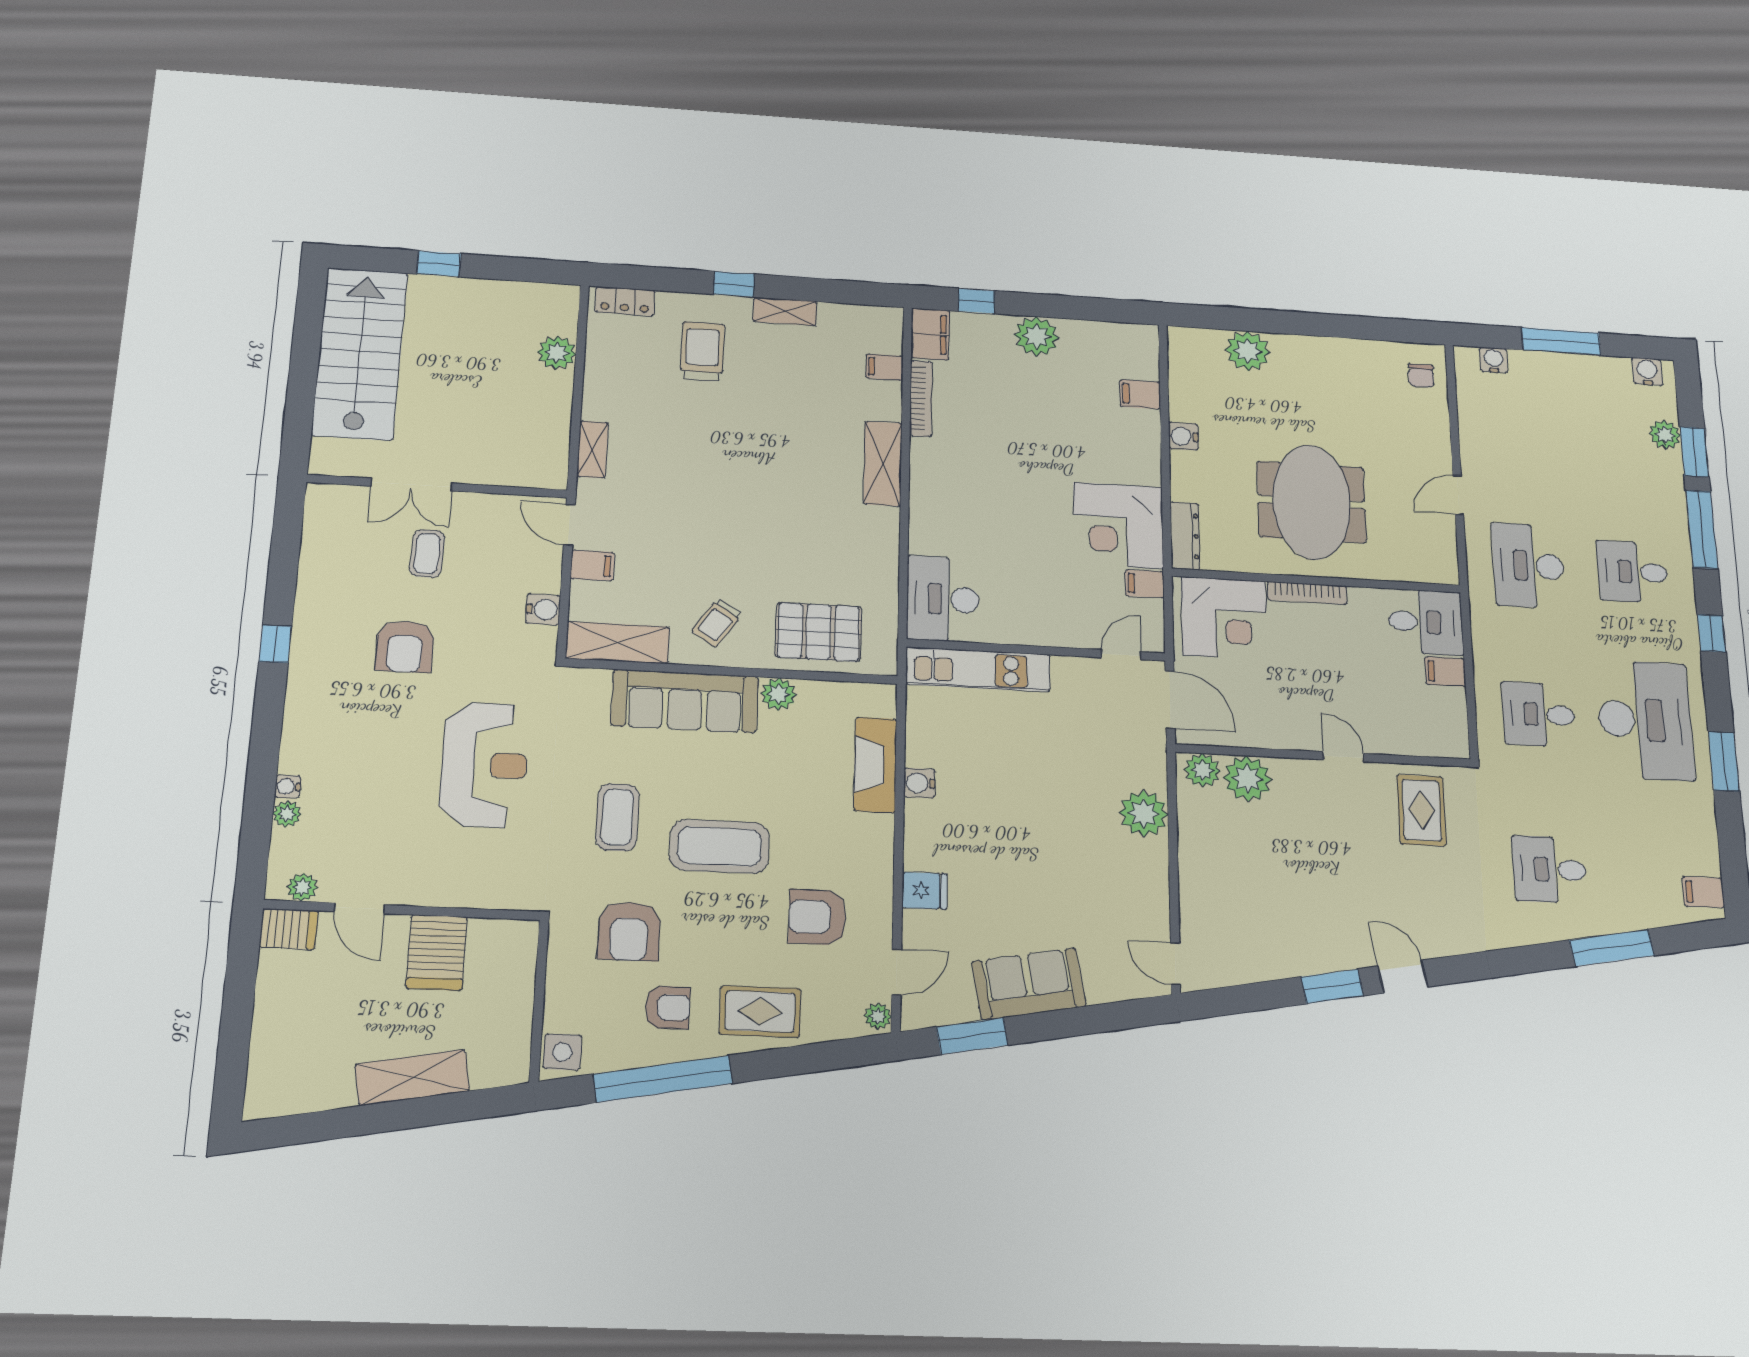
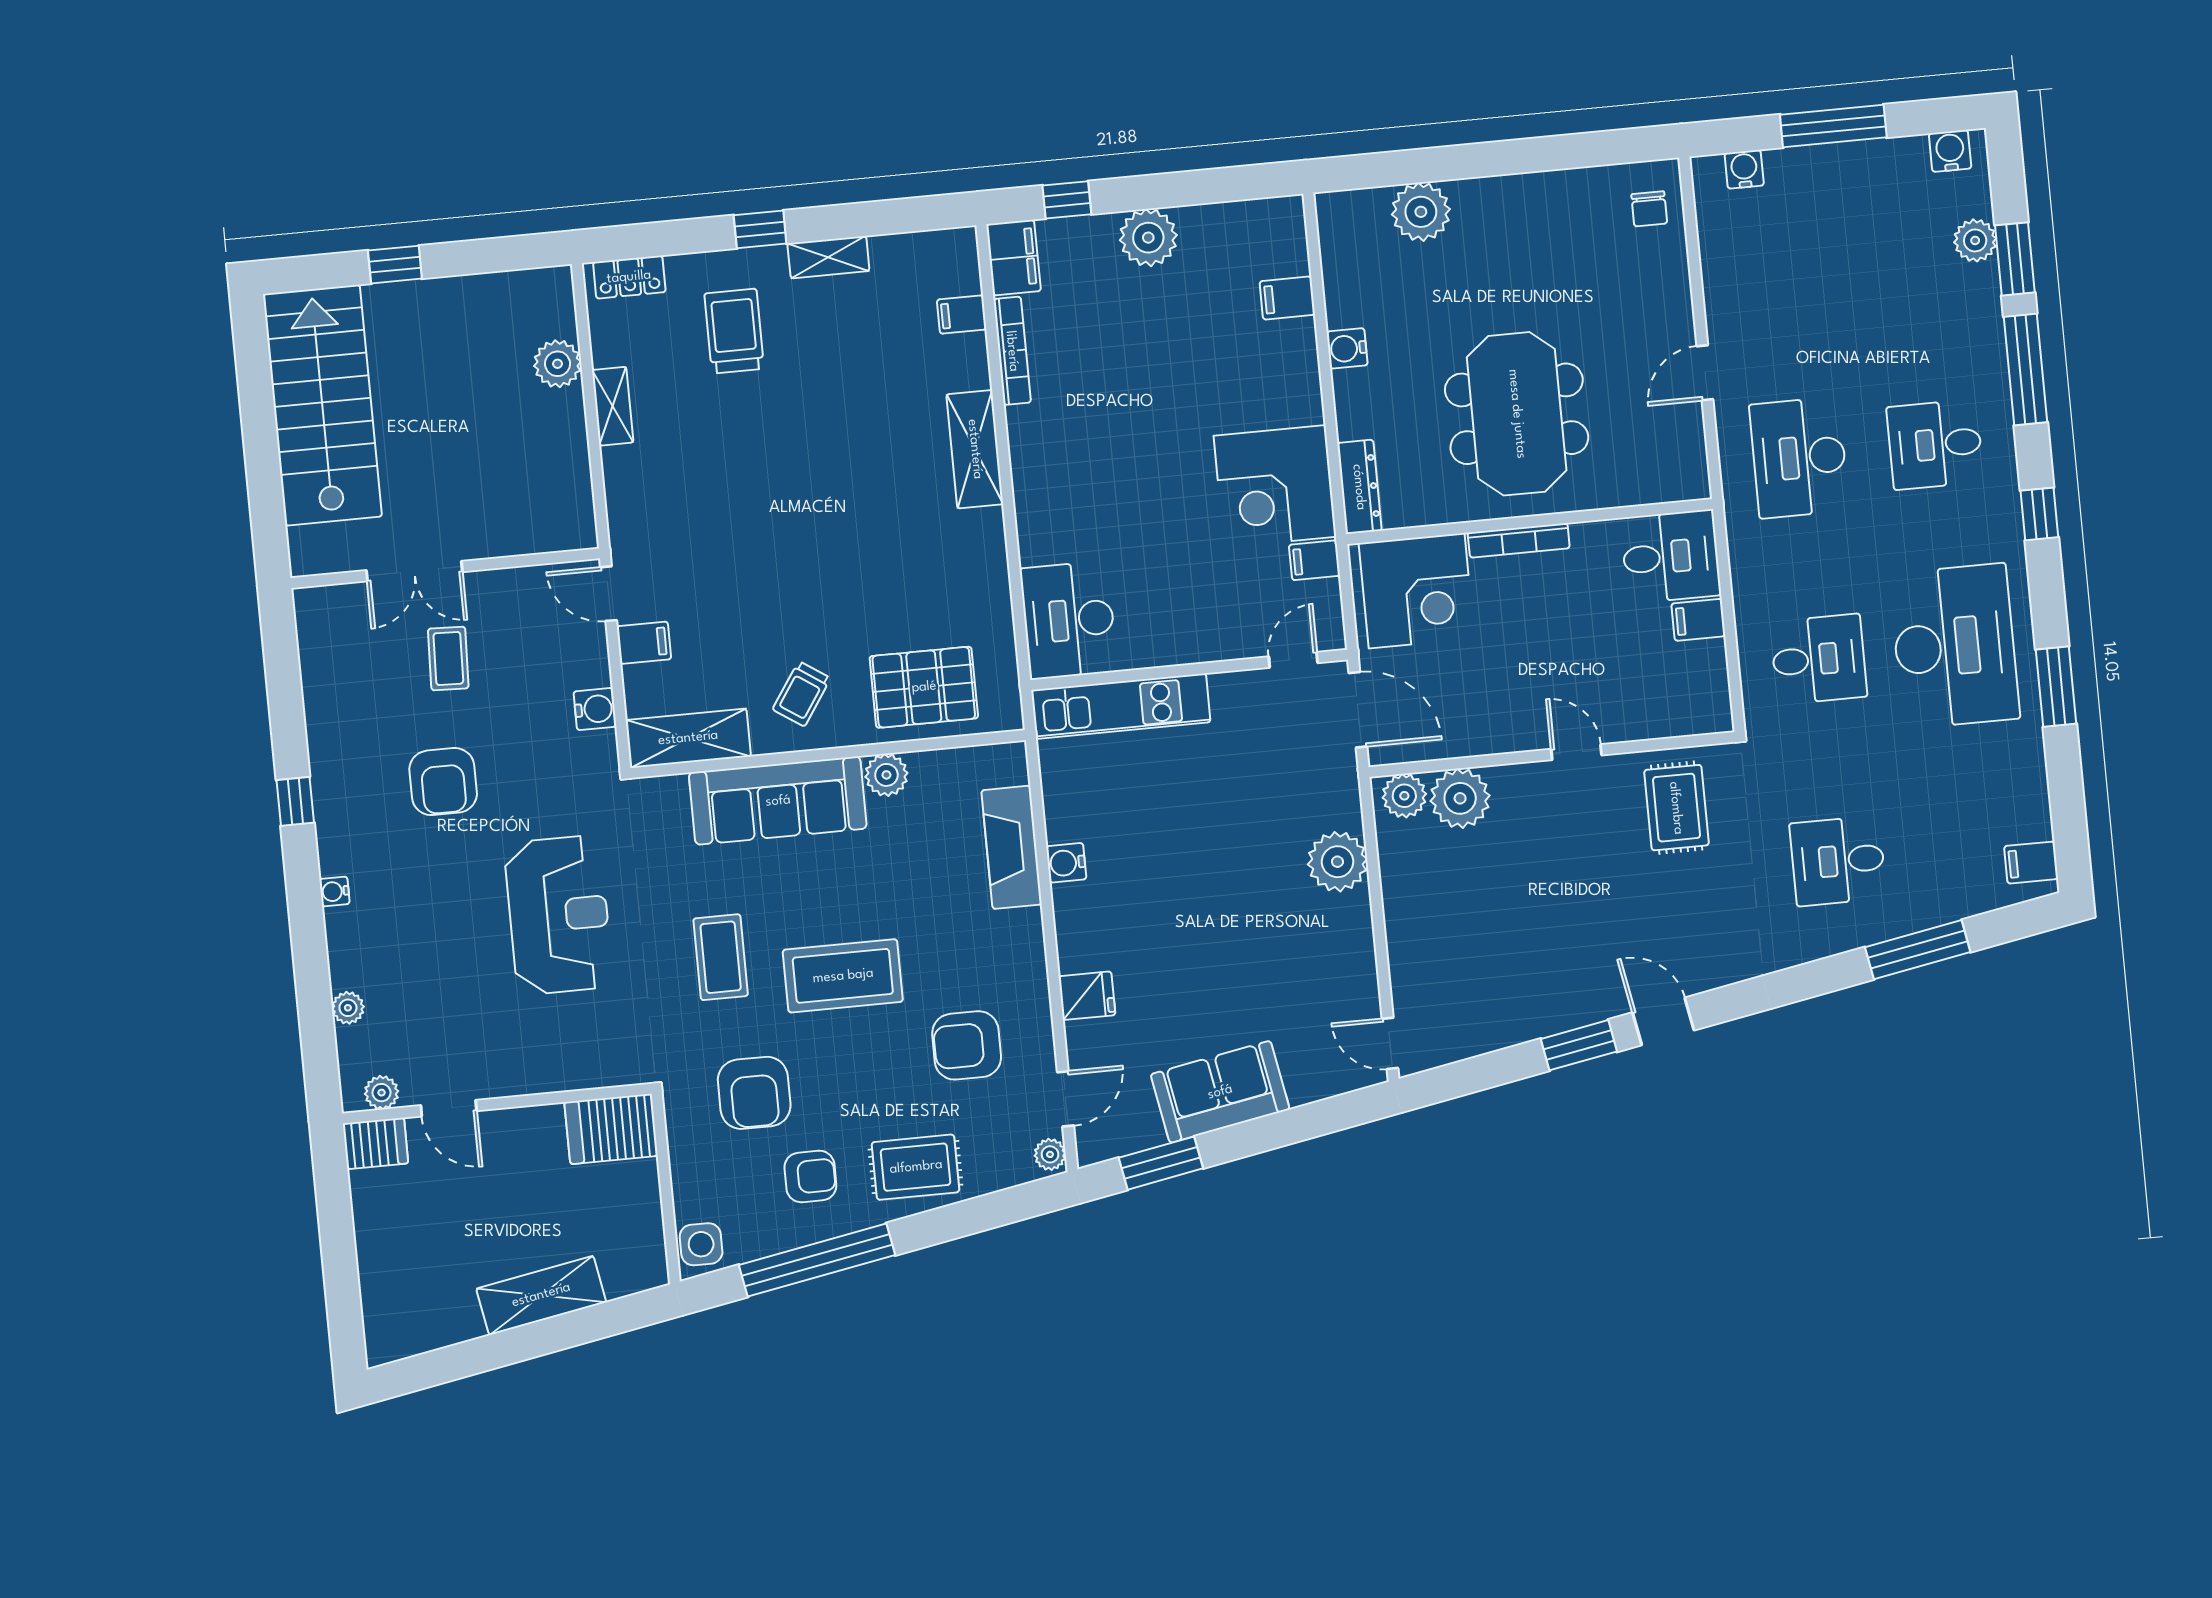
shelving: (592, 449) -> (613, 406), moved
desk: (1539, 714) -> (1819, 659), turned 180
water cooler: (288, 787) -> (334, 891), moved
server rack: (437, 952) -> (611, 1129), moved, turned 90

